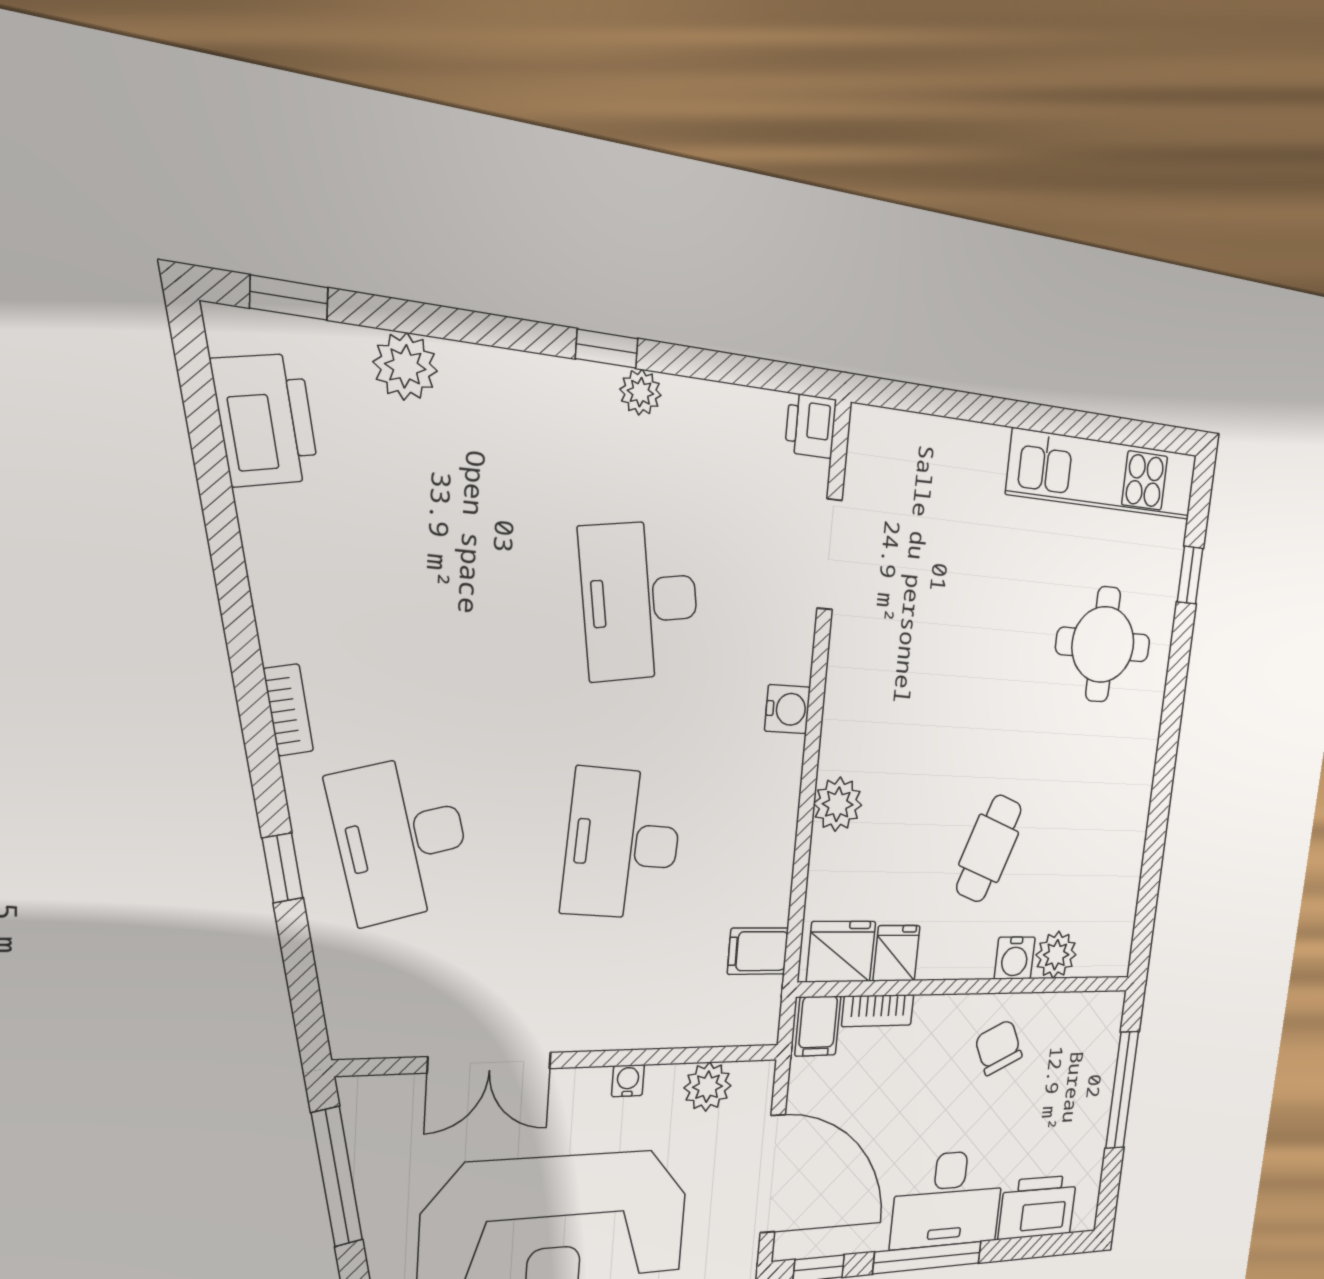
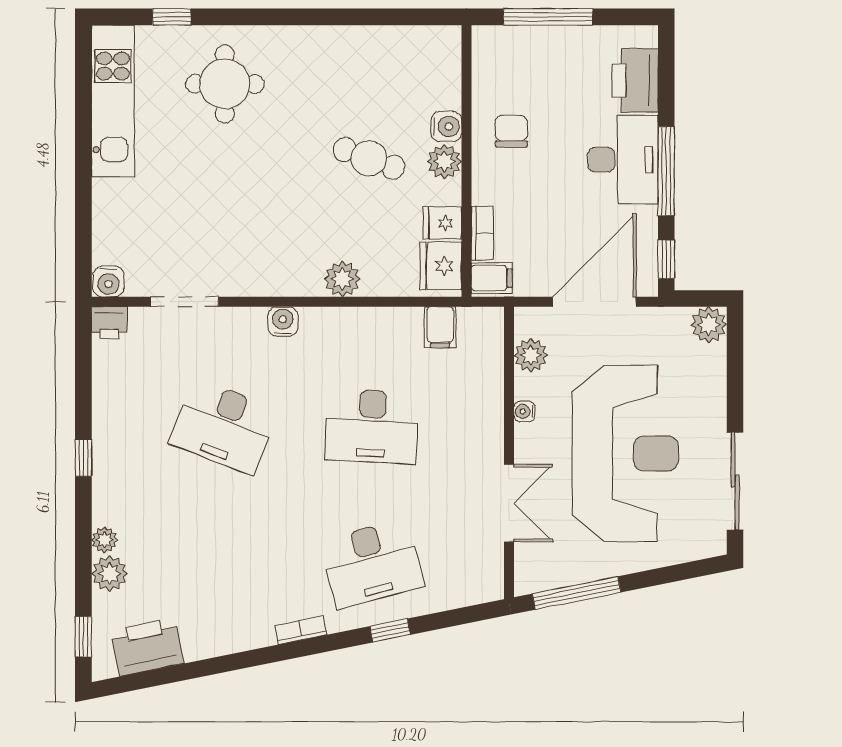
plant: (641, 392) -> (104, 540), moved
water cooler: (869, 433) -> (109, 281), added
desk: (640, 601) -> (224, 426), turned 30
plant: (1056, 955) -> (444, 162), moved
chair: (999, 1047) -> (511, 131), turned 115

